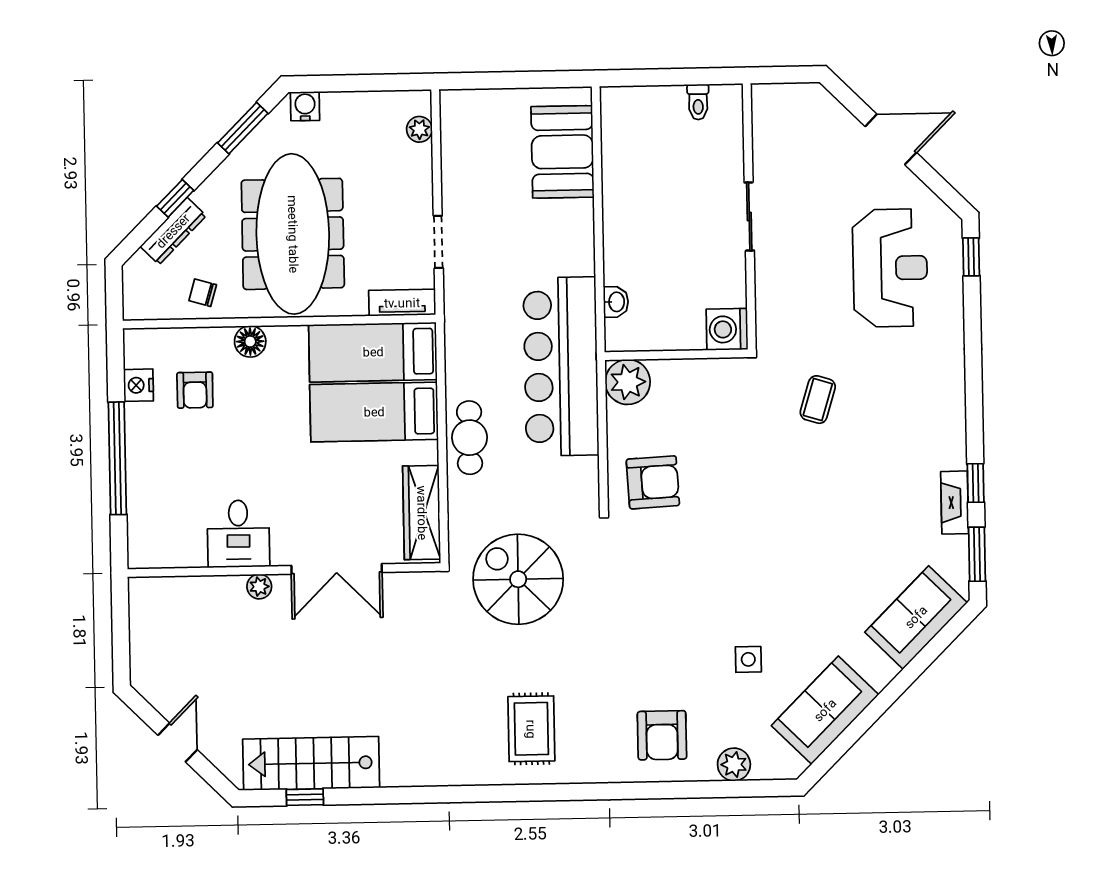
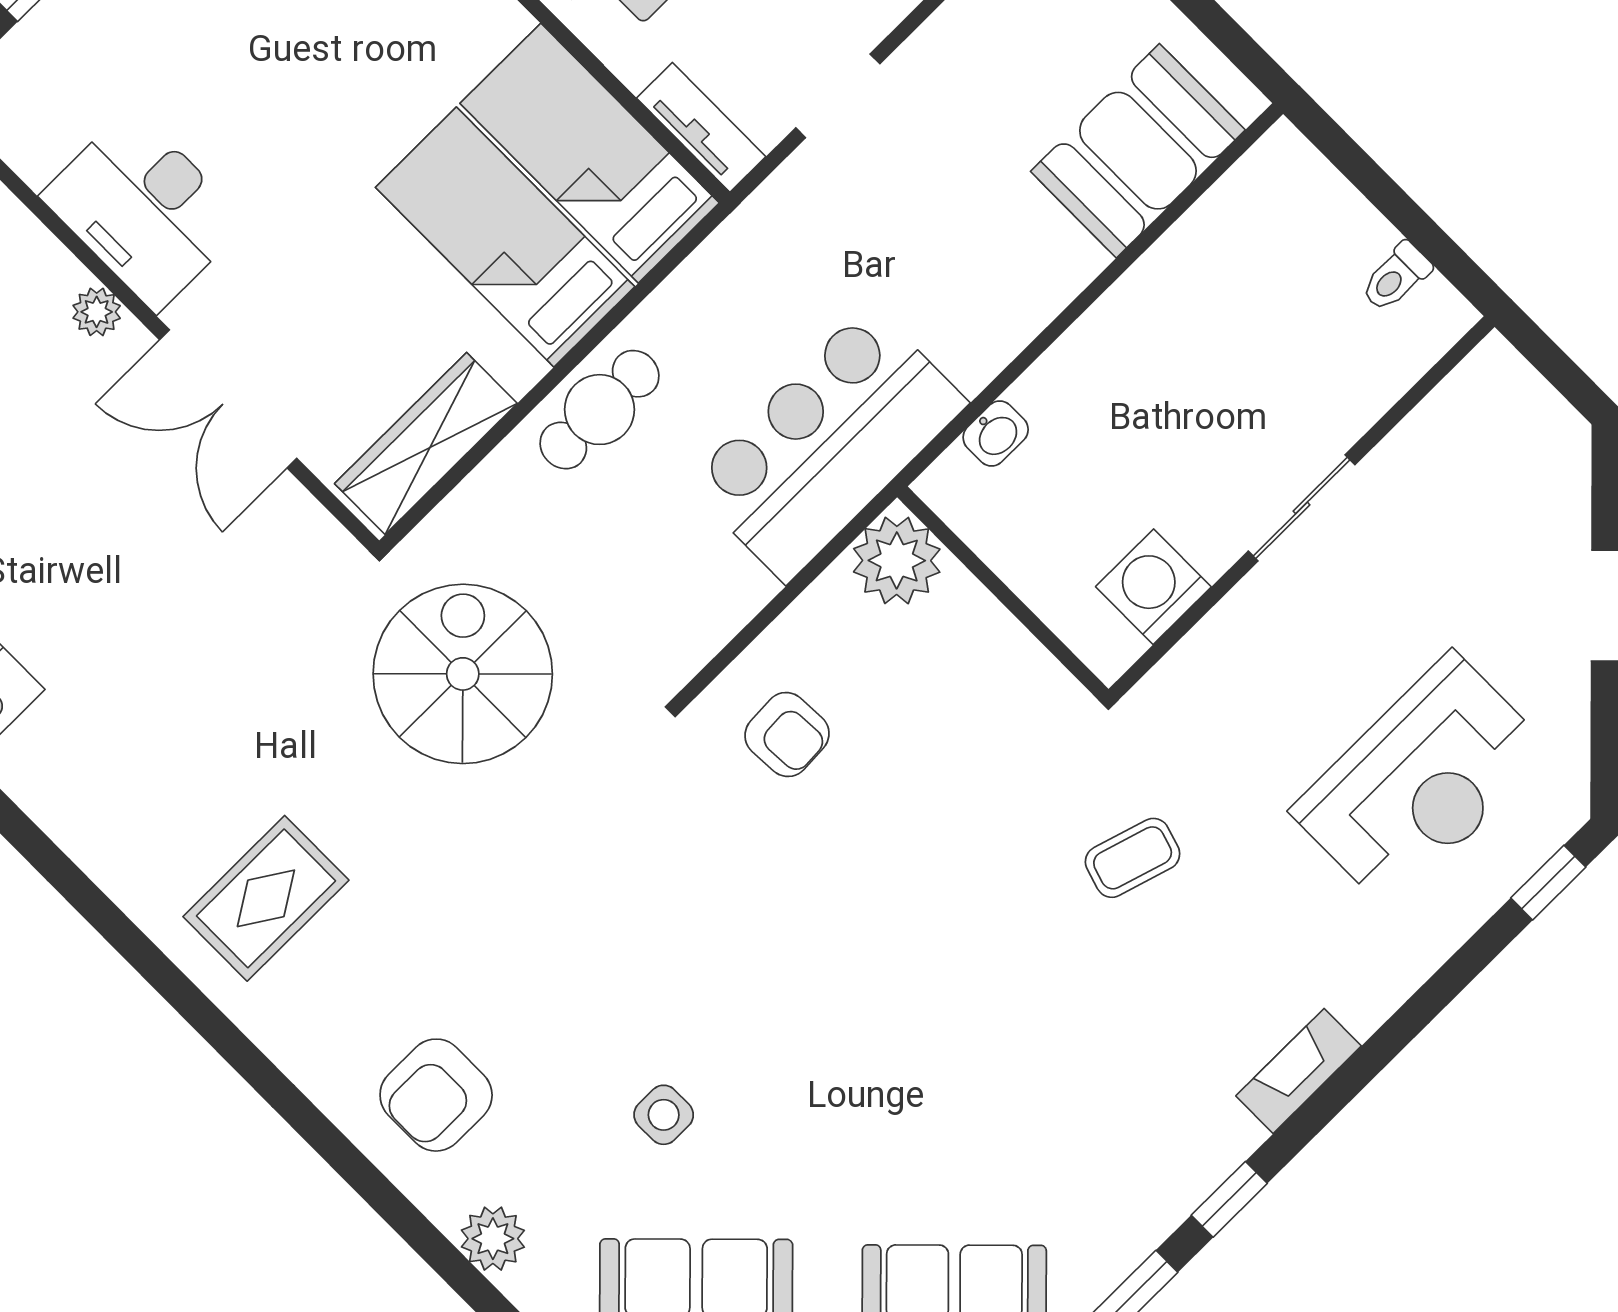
washing machine: (727, 329) -> (1153, 587), moved
bar counter: (561, 366) -> (827, 443), width x0.73
armchair: (653, 482) -> (787, 735), width x0.72, depth x0.72
fireplace: (955, 503) -> (1299, 1071), moved
desk: (238, 534) -> (144, 209), width x1.37

